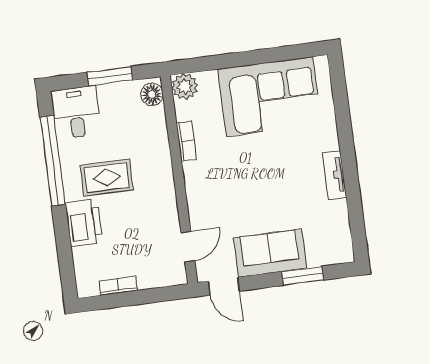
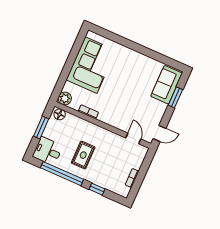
tv unit: (334, 175) -> (141, 58), removed
printer: (84, 223) -> (96, 176), removed
window: (63, 237) -> (97, 189), added
sofa: (270, 253) -> (167, 85), moved

